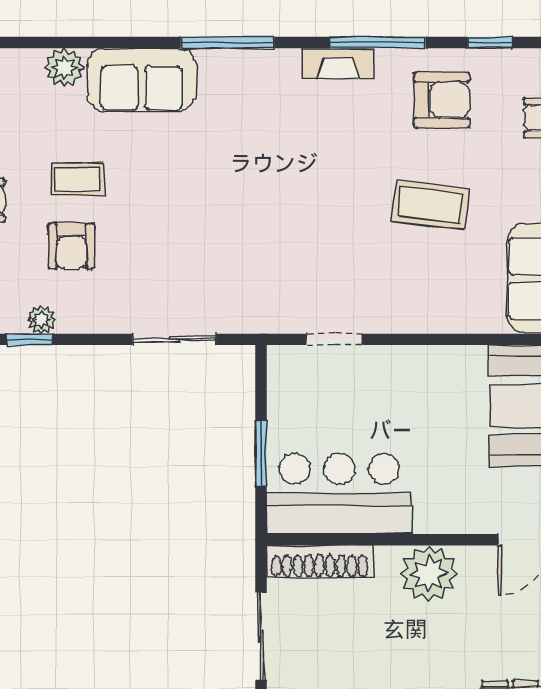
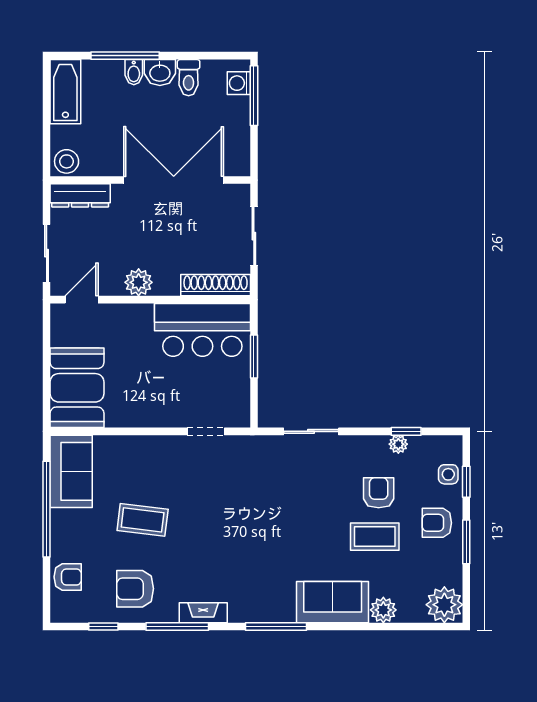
coffee table: (77, 179) -> (375, 537), width x1.36, depth x1.30
plant: (429, 574) -> (139, 282), width x0.73, depth x0.73

